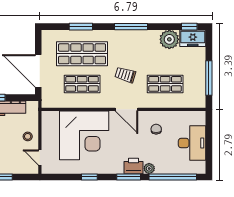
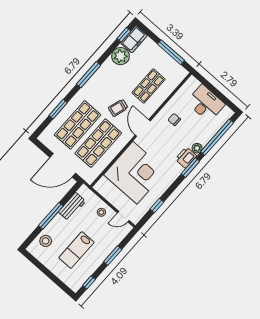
shop shelf: (82, 84) -> (98, 143), width x1.43, depth x1.36
door: (126, 109) -> (143, 128), swing flipped
window: (89, 177) -> (157, 206), moved

